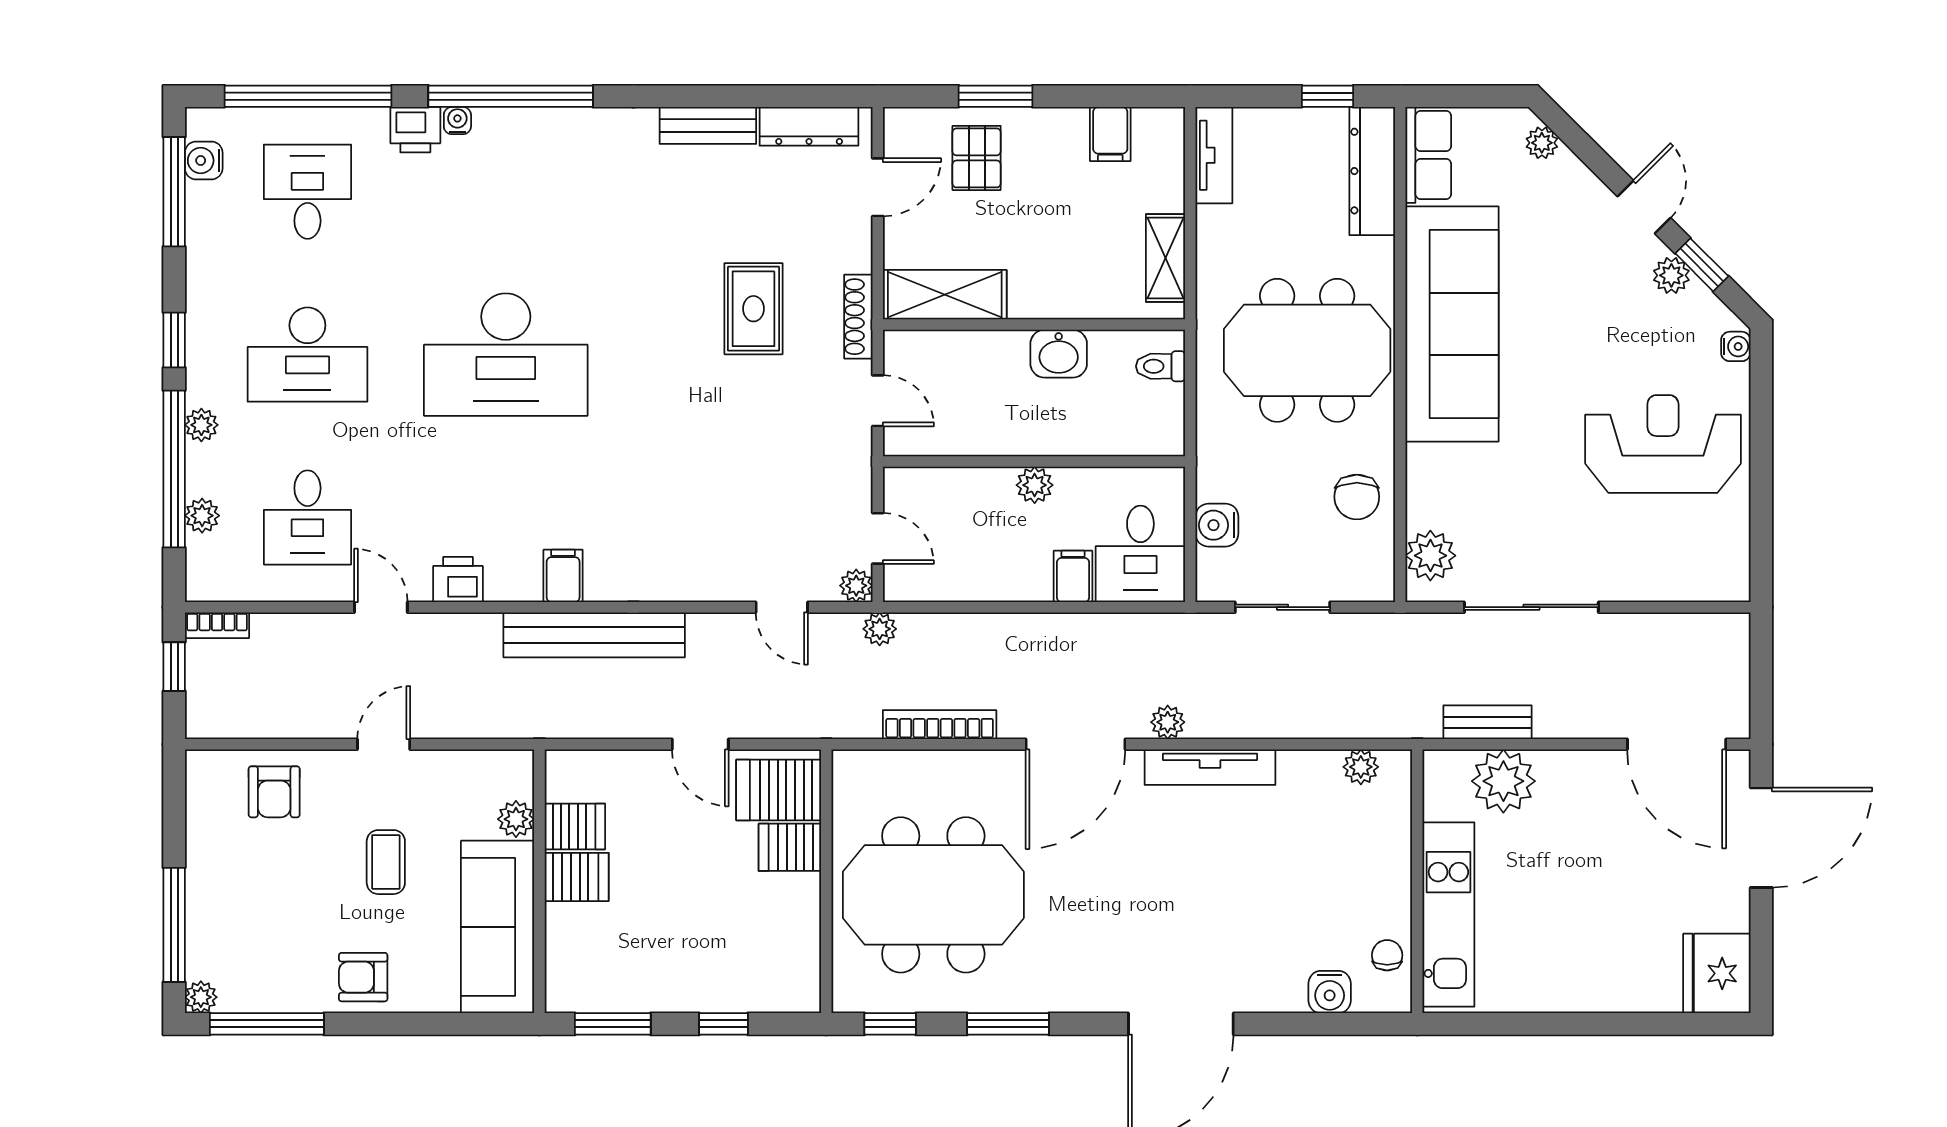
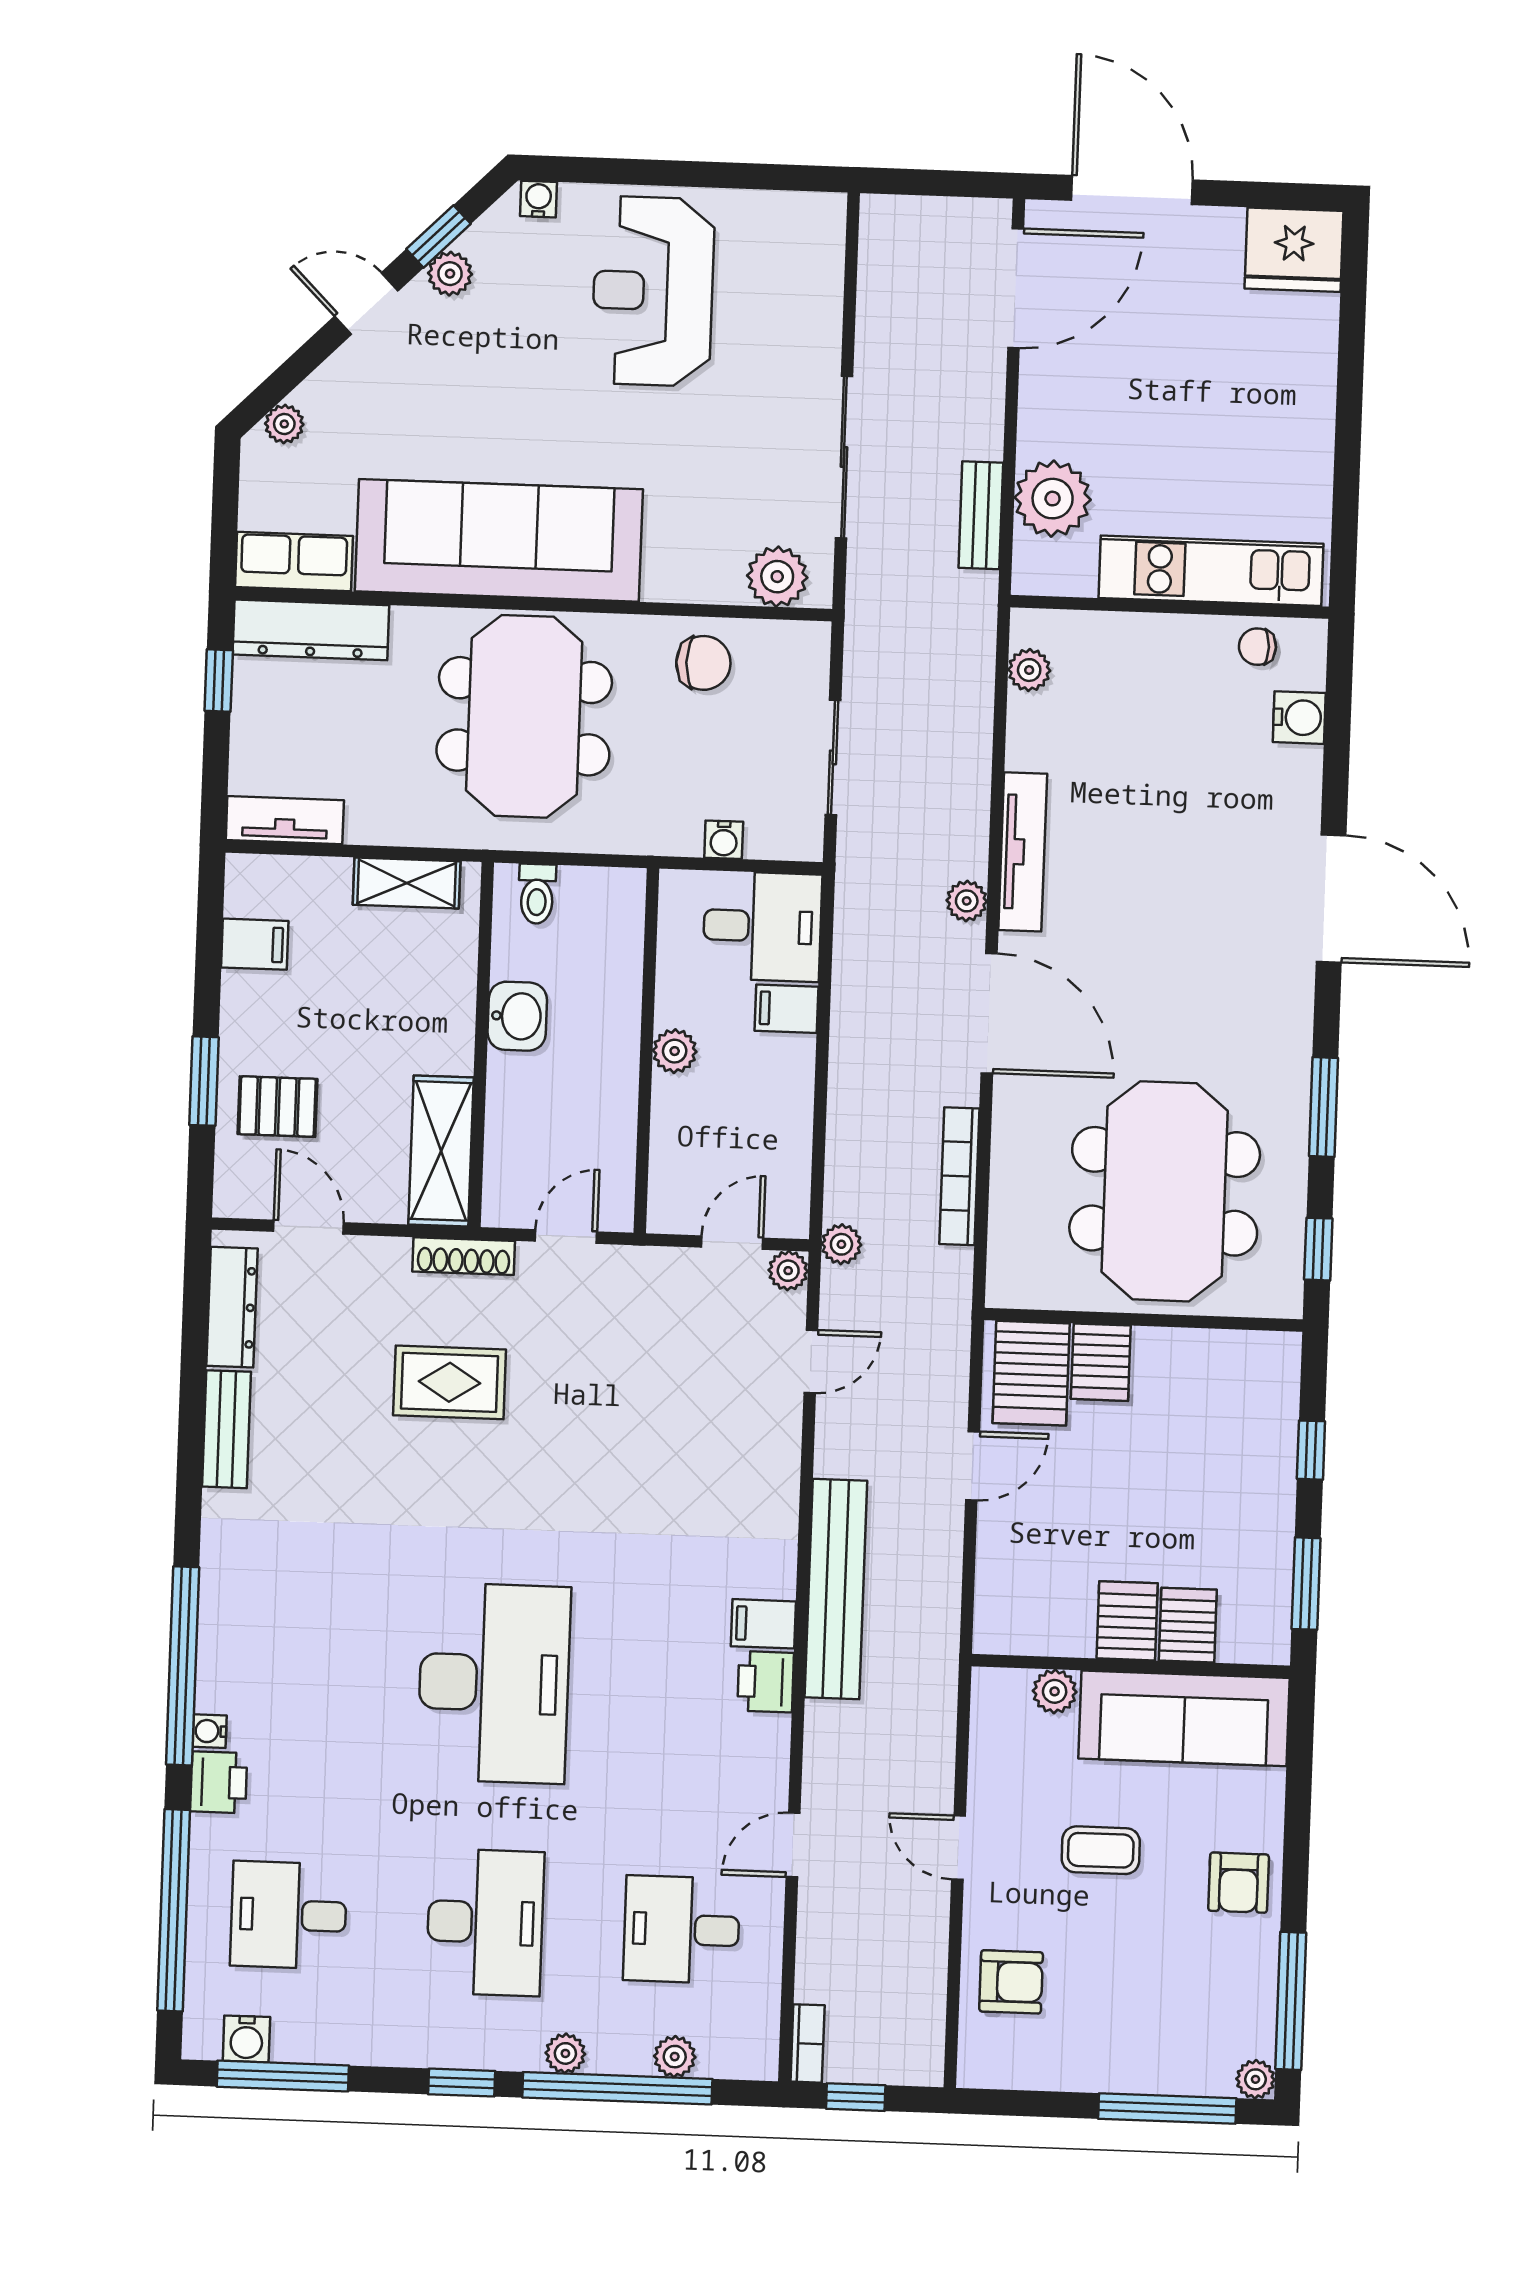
desk: (307, 517) -> (682, 1930), turned 180
water cooler: (1217, 525) -> (724, 840), width x0.72, depth x0.72
printer: (458, 579) -> (766, 1682), moved
server rack: (575, 827) -> (1188, 1625), moved

